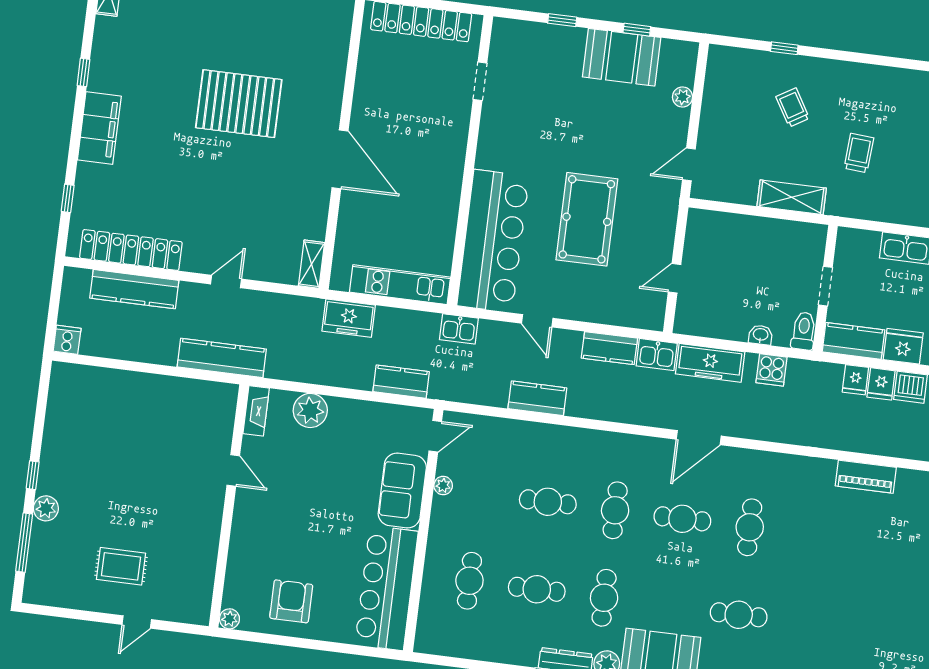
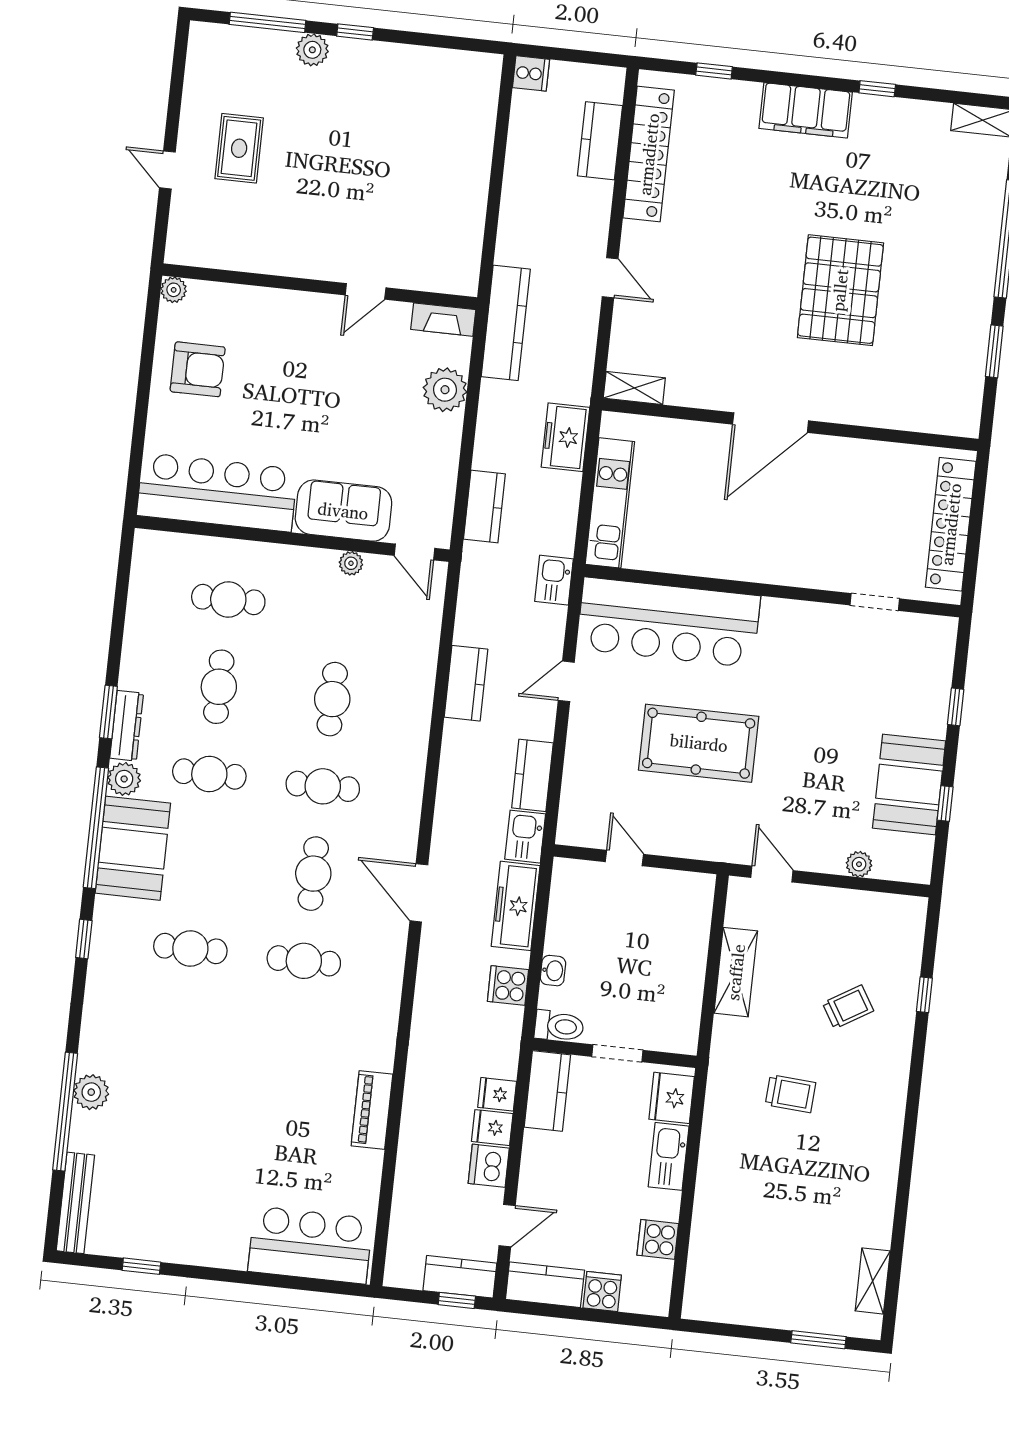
shelving: (792, 197) -> (736, 972), moved
kitchen counter: (134, 289) -> (600, 141), width x0.67
fridge: (903, 346) -> (672, 1098), moved, turned 180
kitchen counter: (222, 358) -> (506, 323), moved
cafe table: (739, 615) -> (190, 949), turned 90

